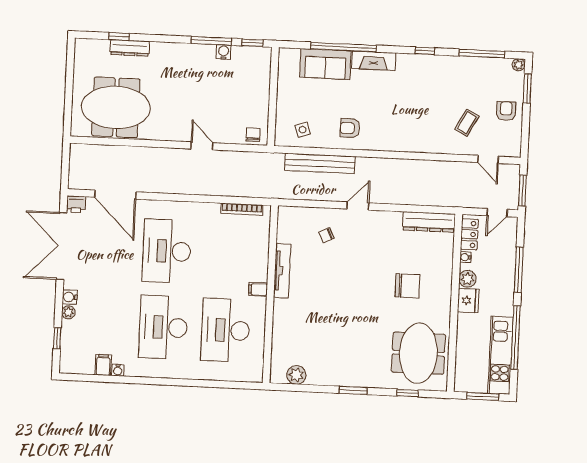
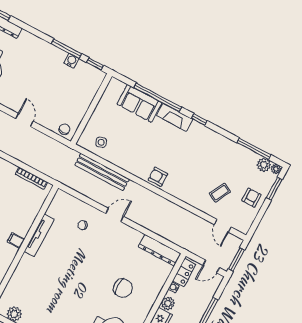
window: (425, 51) -> (199, 120), moved
plant: (502, 67) -> (264, 165), added
armchair: (350, 128) -> (158, 177), moved

